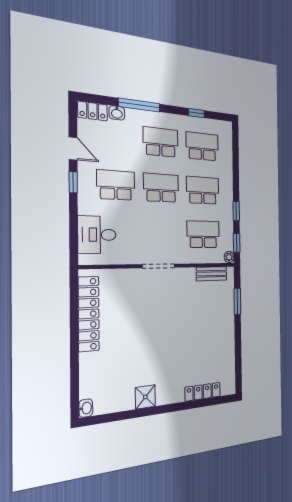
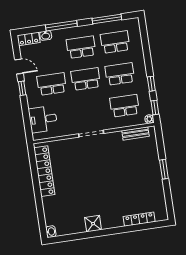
window: (196, 113) -> (107, 19), width x2.17
window: (237, 301) -> (164, 169), moved

